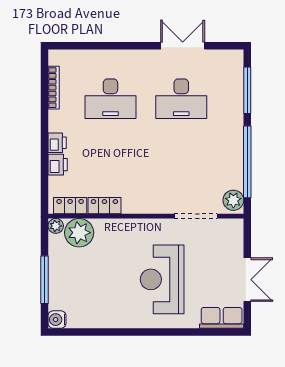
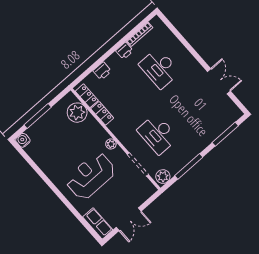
desk: (181, 99) -> (158, 134), moved
printer: (57, 143) -> (124, 51), moved
window: (247, 162) -> (189, 166), width x0.68
plant: (56, 226) -> (111, 144), moved

